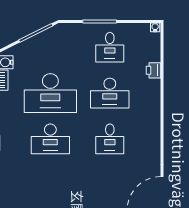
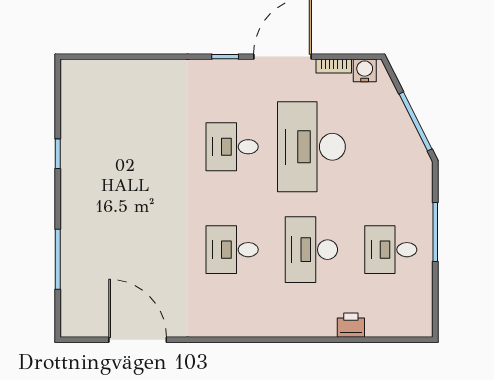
water cooler: (155, 27) -> (425, 328), removed
desk: (50, 139) -> (232, 147), width x0.73

